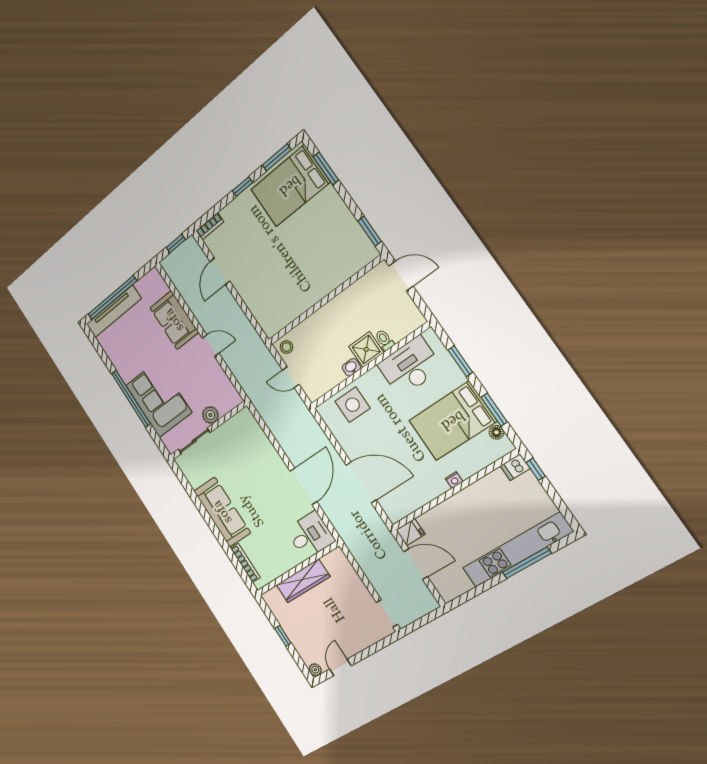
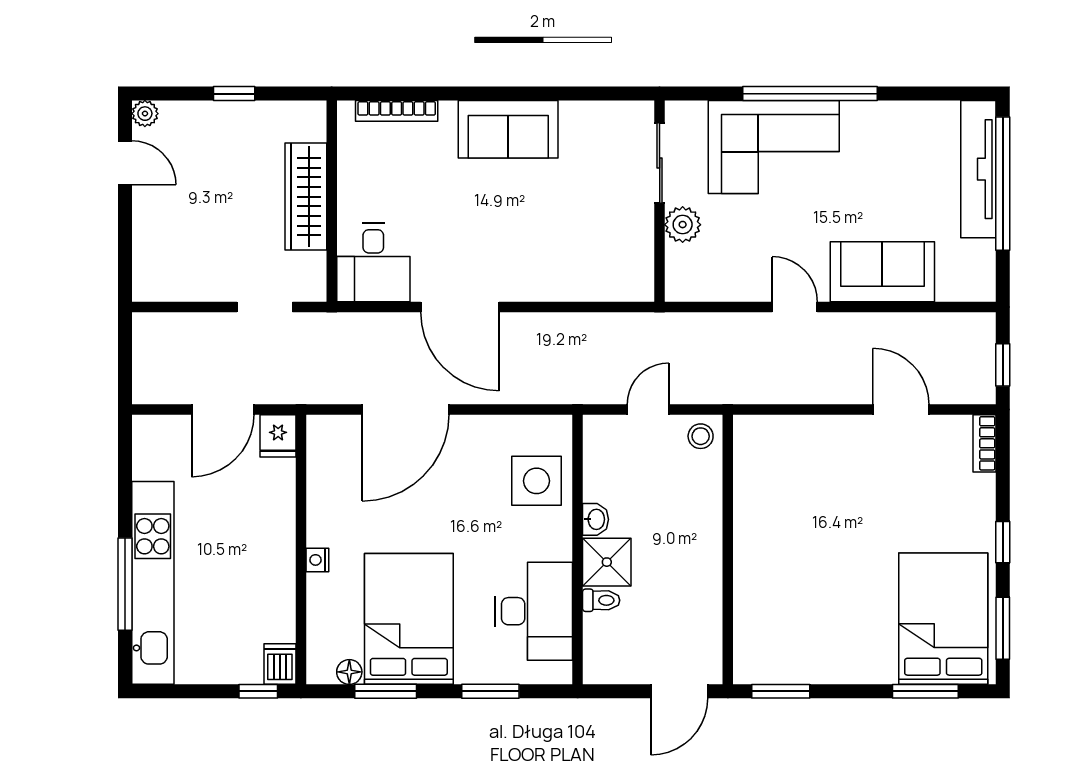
door: (211, 346) -> (795, 307), swing flipped
sofa: (222, 512) -> (508, 129), width x0.73
doorway: (387, 613) -> (265, 307), moved

